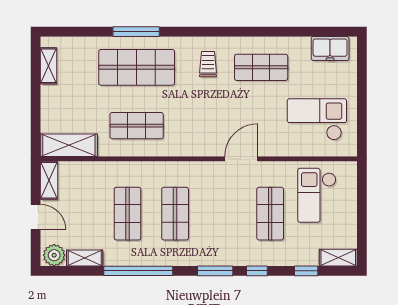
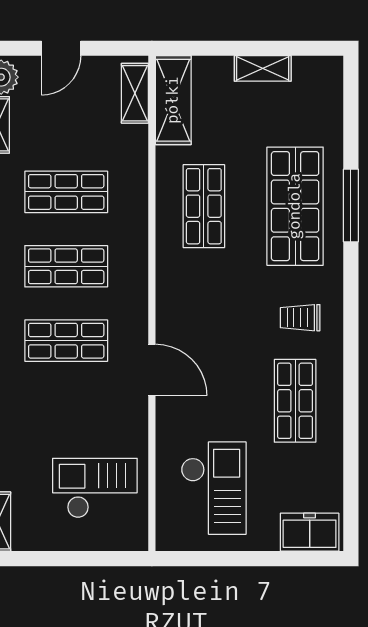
freezer: (330, 49) -> (310, 532), moved, turned 90
trolley: (208, 64) -> (300, 318), turned 180
shelving: (49, 66) -> (263, 68), moved
shelving: (49, 180) -> (135, 93), moved, turned 90
shop shelf: (270, 214) -> (66, 341), moved

